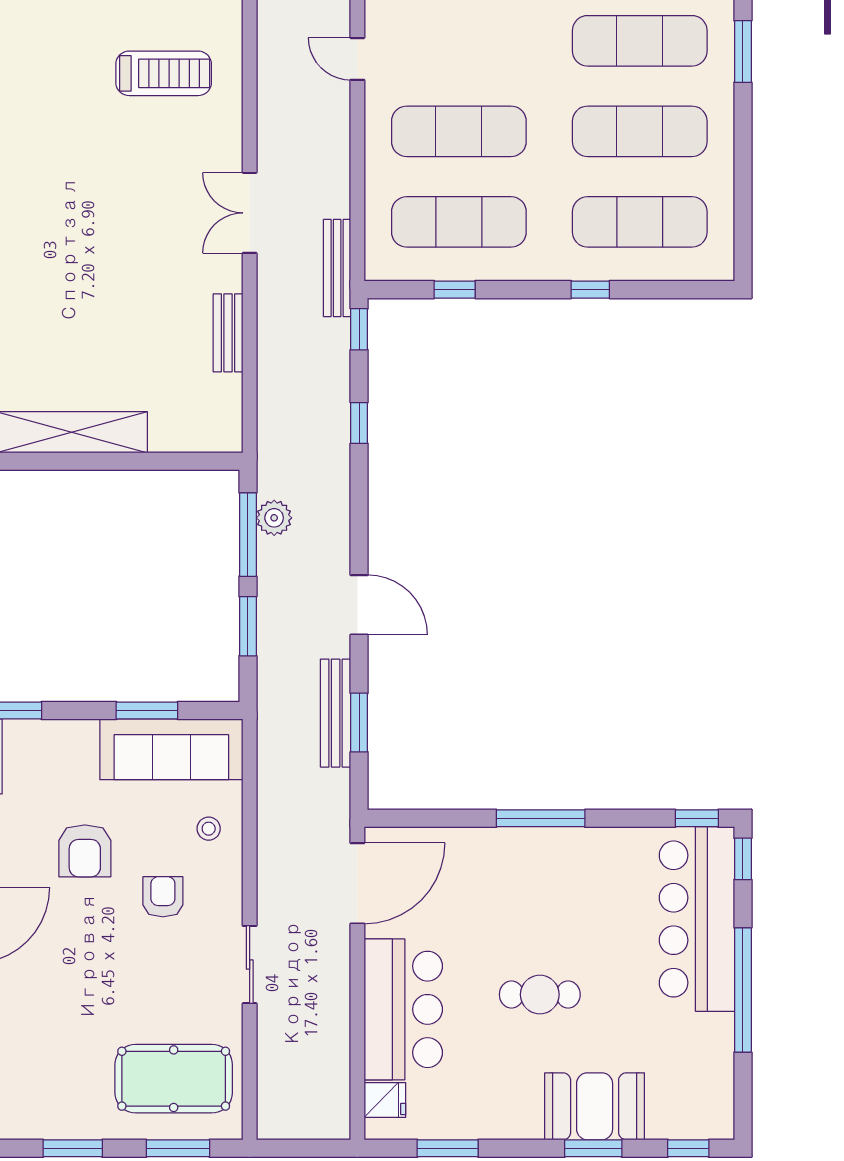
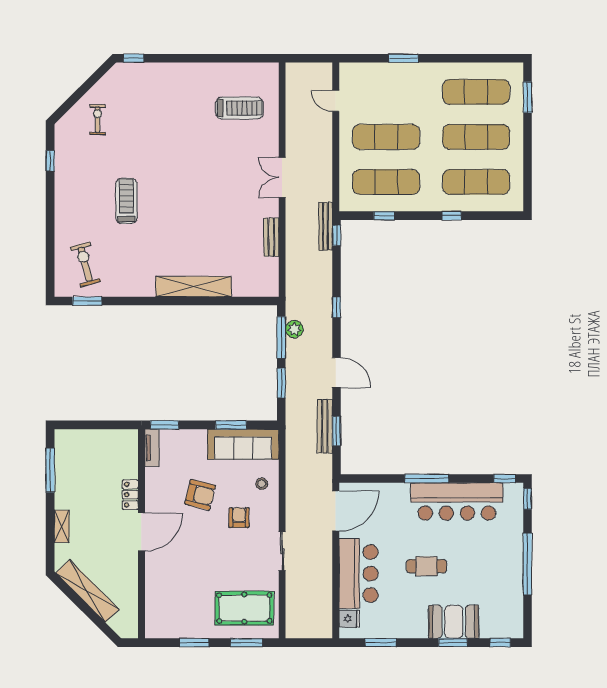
bench: (337, 268) -> (326, 226), moved
window: (359, 423) -> (337, 307), moved
armchair: (85, 851) -> (200, 495), turned -76
bar counter: (697, 919) -> (457, 501), moved, turned -90

